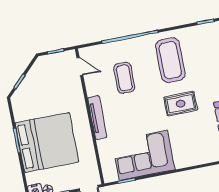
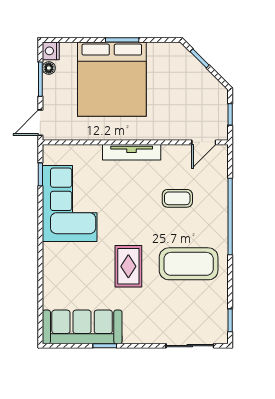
coffee table: (124, 78) -> (177, 198), width x0.73, depth x0.77

